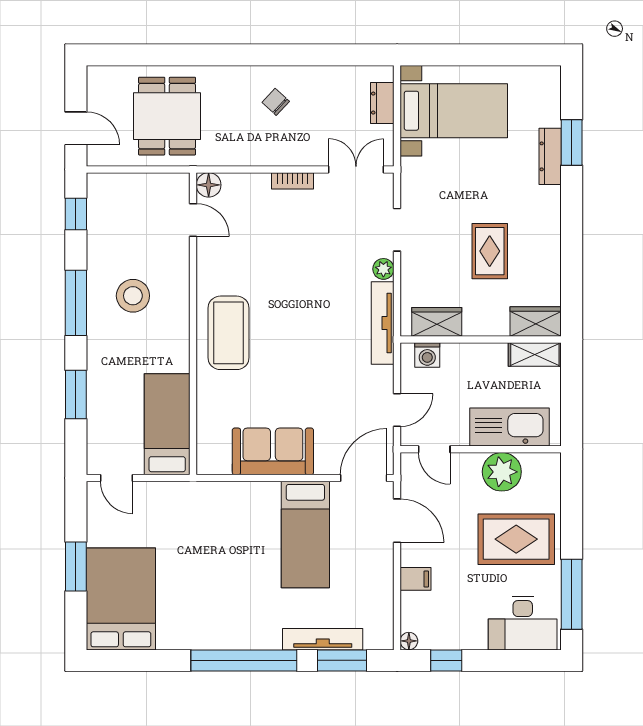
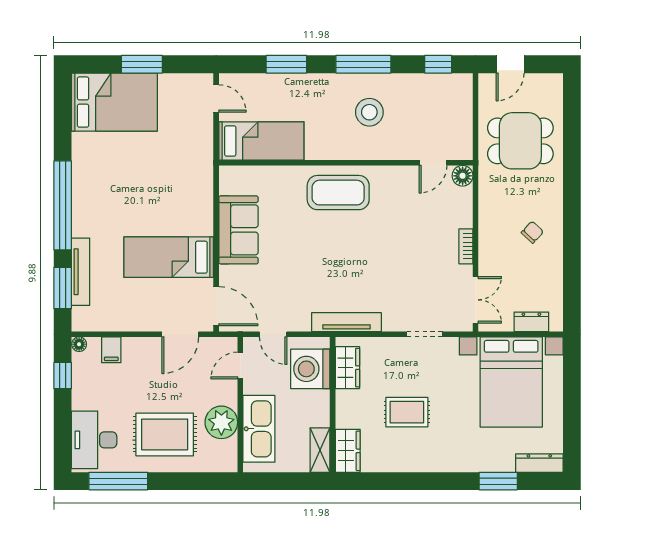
bed with nightstands: (454, 111) -> (511, 382), width x1.36
dresser: (550, 156) -> (539, 463), moved
plant: (383, 269) -> (392, 323), removed
washing machine: (427, 355) -> (310, 369), width x1.89, depth x1.89
door: (117, 478) -> (216, 98), swing flipped
rug: (516, 539) -> (165, 434), turned 90
filing cabinet: (416, 579) -> (111, 350), moved

